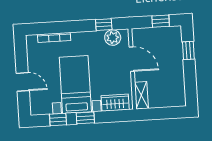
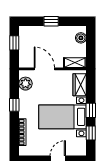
window: (104, 25) -> (14, 105), moved
window: (188, 51) -> (51, 21), moved
door: (132, 59) -> (44, 69), hinge flipped
boiler: (172, 101) -> (81, 38), added

